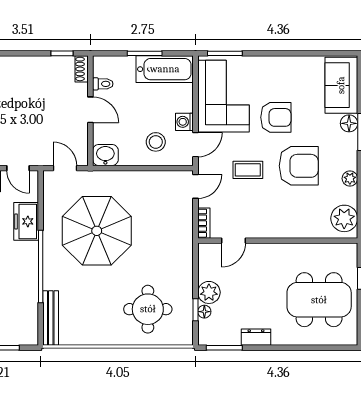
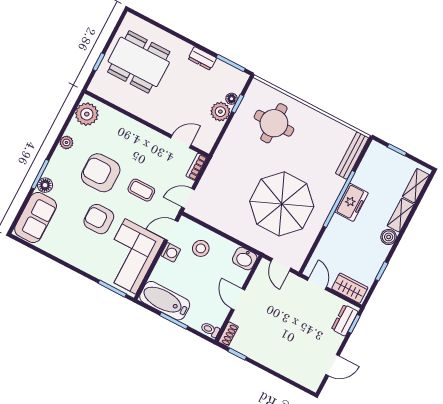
toilet: (103, 84) -> (210, 330), moved
freezer: (26, 221) -> (352, 202), moved

